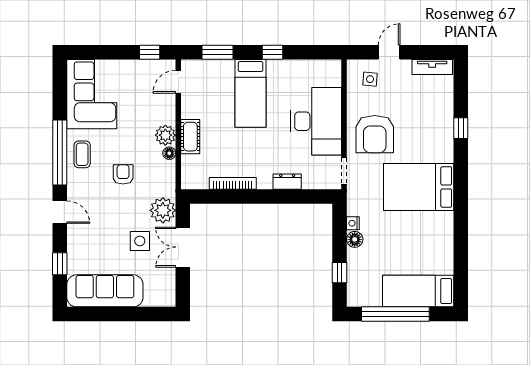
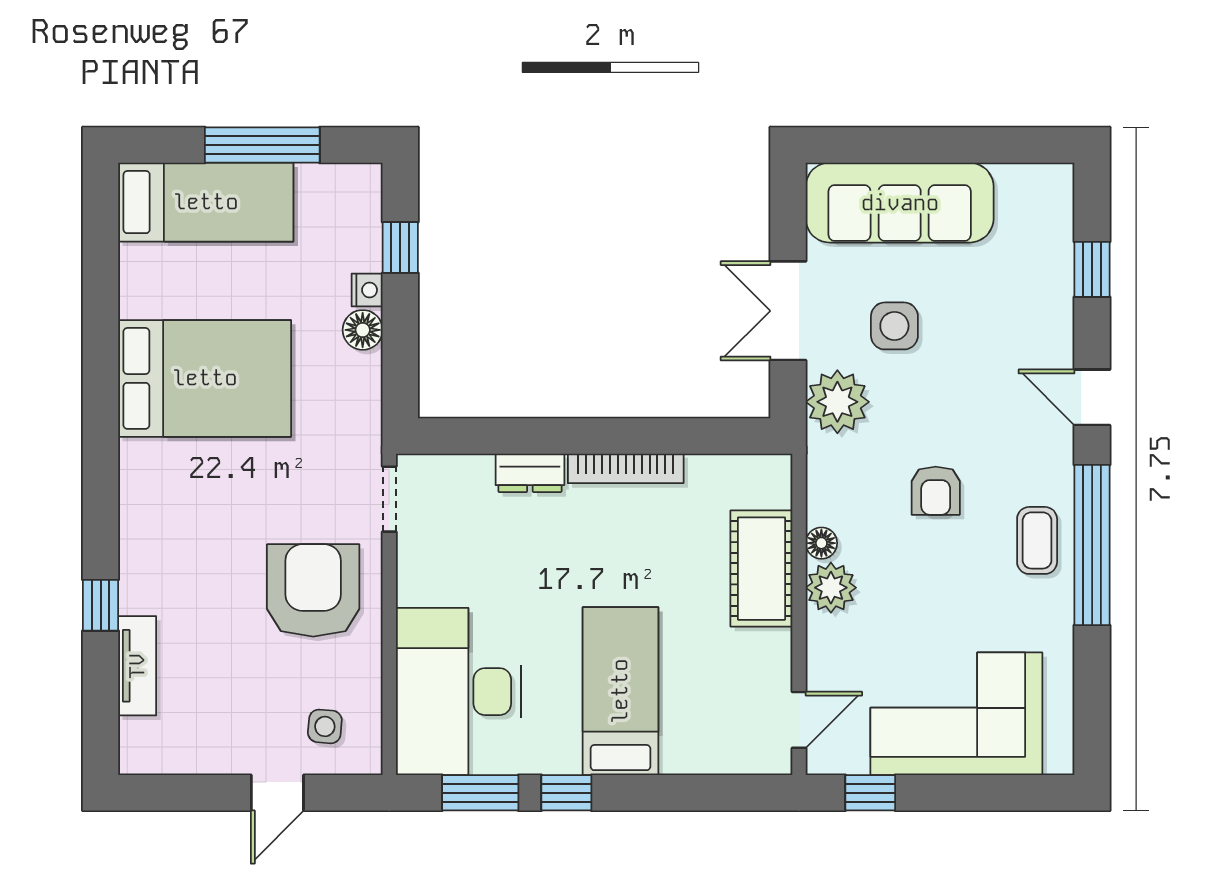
window: (218, 52) -> (480, 793), moved
tv unit: (432, 67) -> (137, 666), moved, turned 90
corner sofa: (92, 94) -> (956, 714), moved, turned 90
desk: (316, 121) -> (458, 692), moved
cot: (190, 137) -> (761, 569), width x1.37, depth x1.34
bookcase: (233, 183) -> (626, 468), moved
bed: (419, 187) -> (205, 378), moved
nightstand: (353, 223) -> (367, 290), moved
double door: (183, 247) -> (788, 311), swing flipped
sofa: (105, 291) -> (900, 203), moved
window: (395, 314) -> (262, 145), width x0.68

